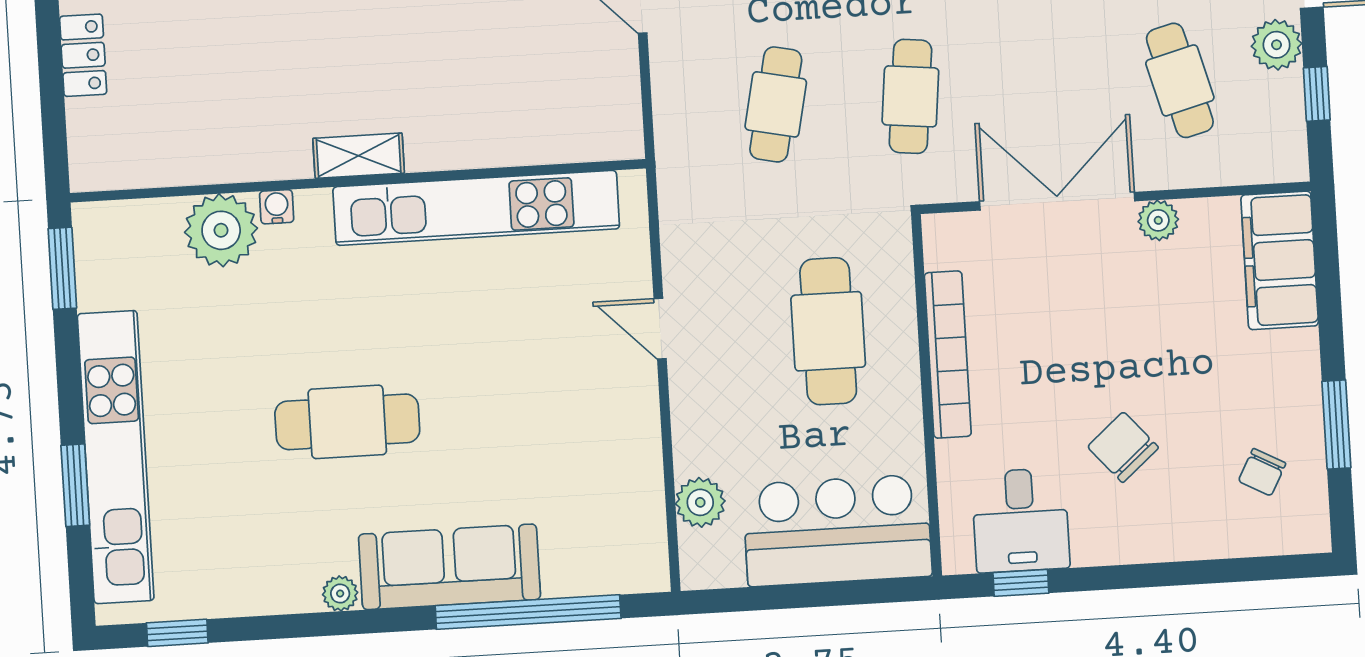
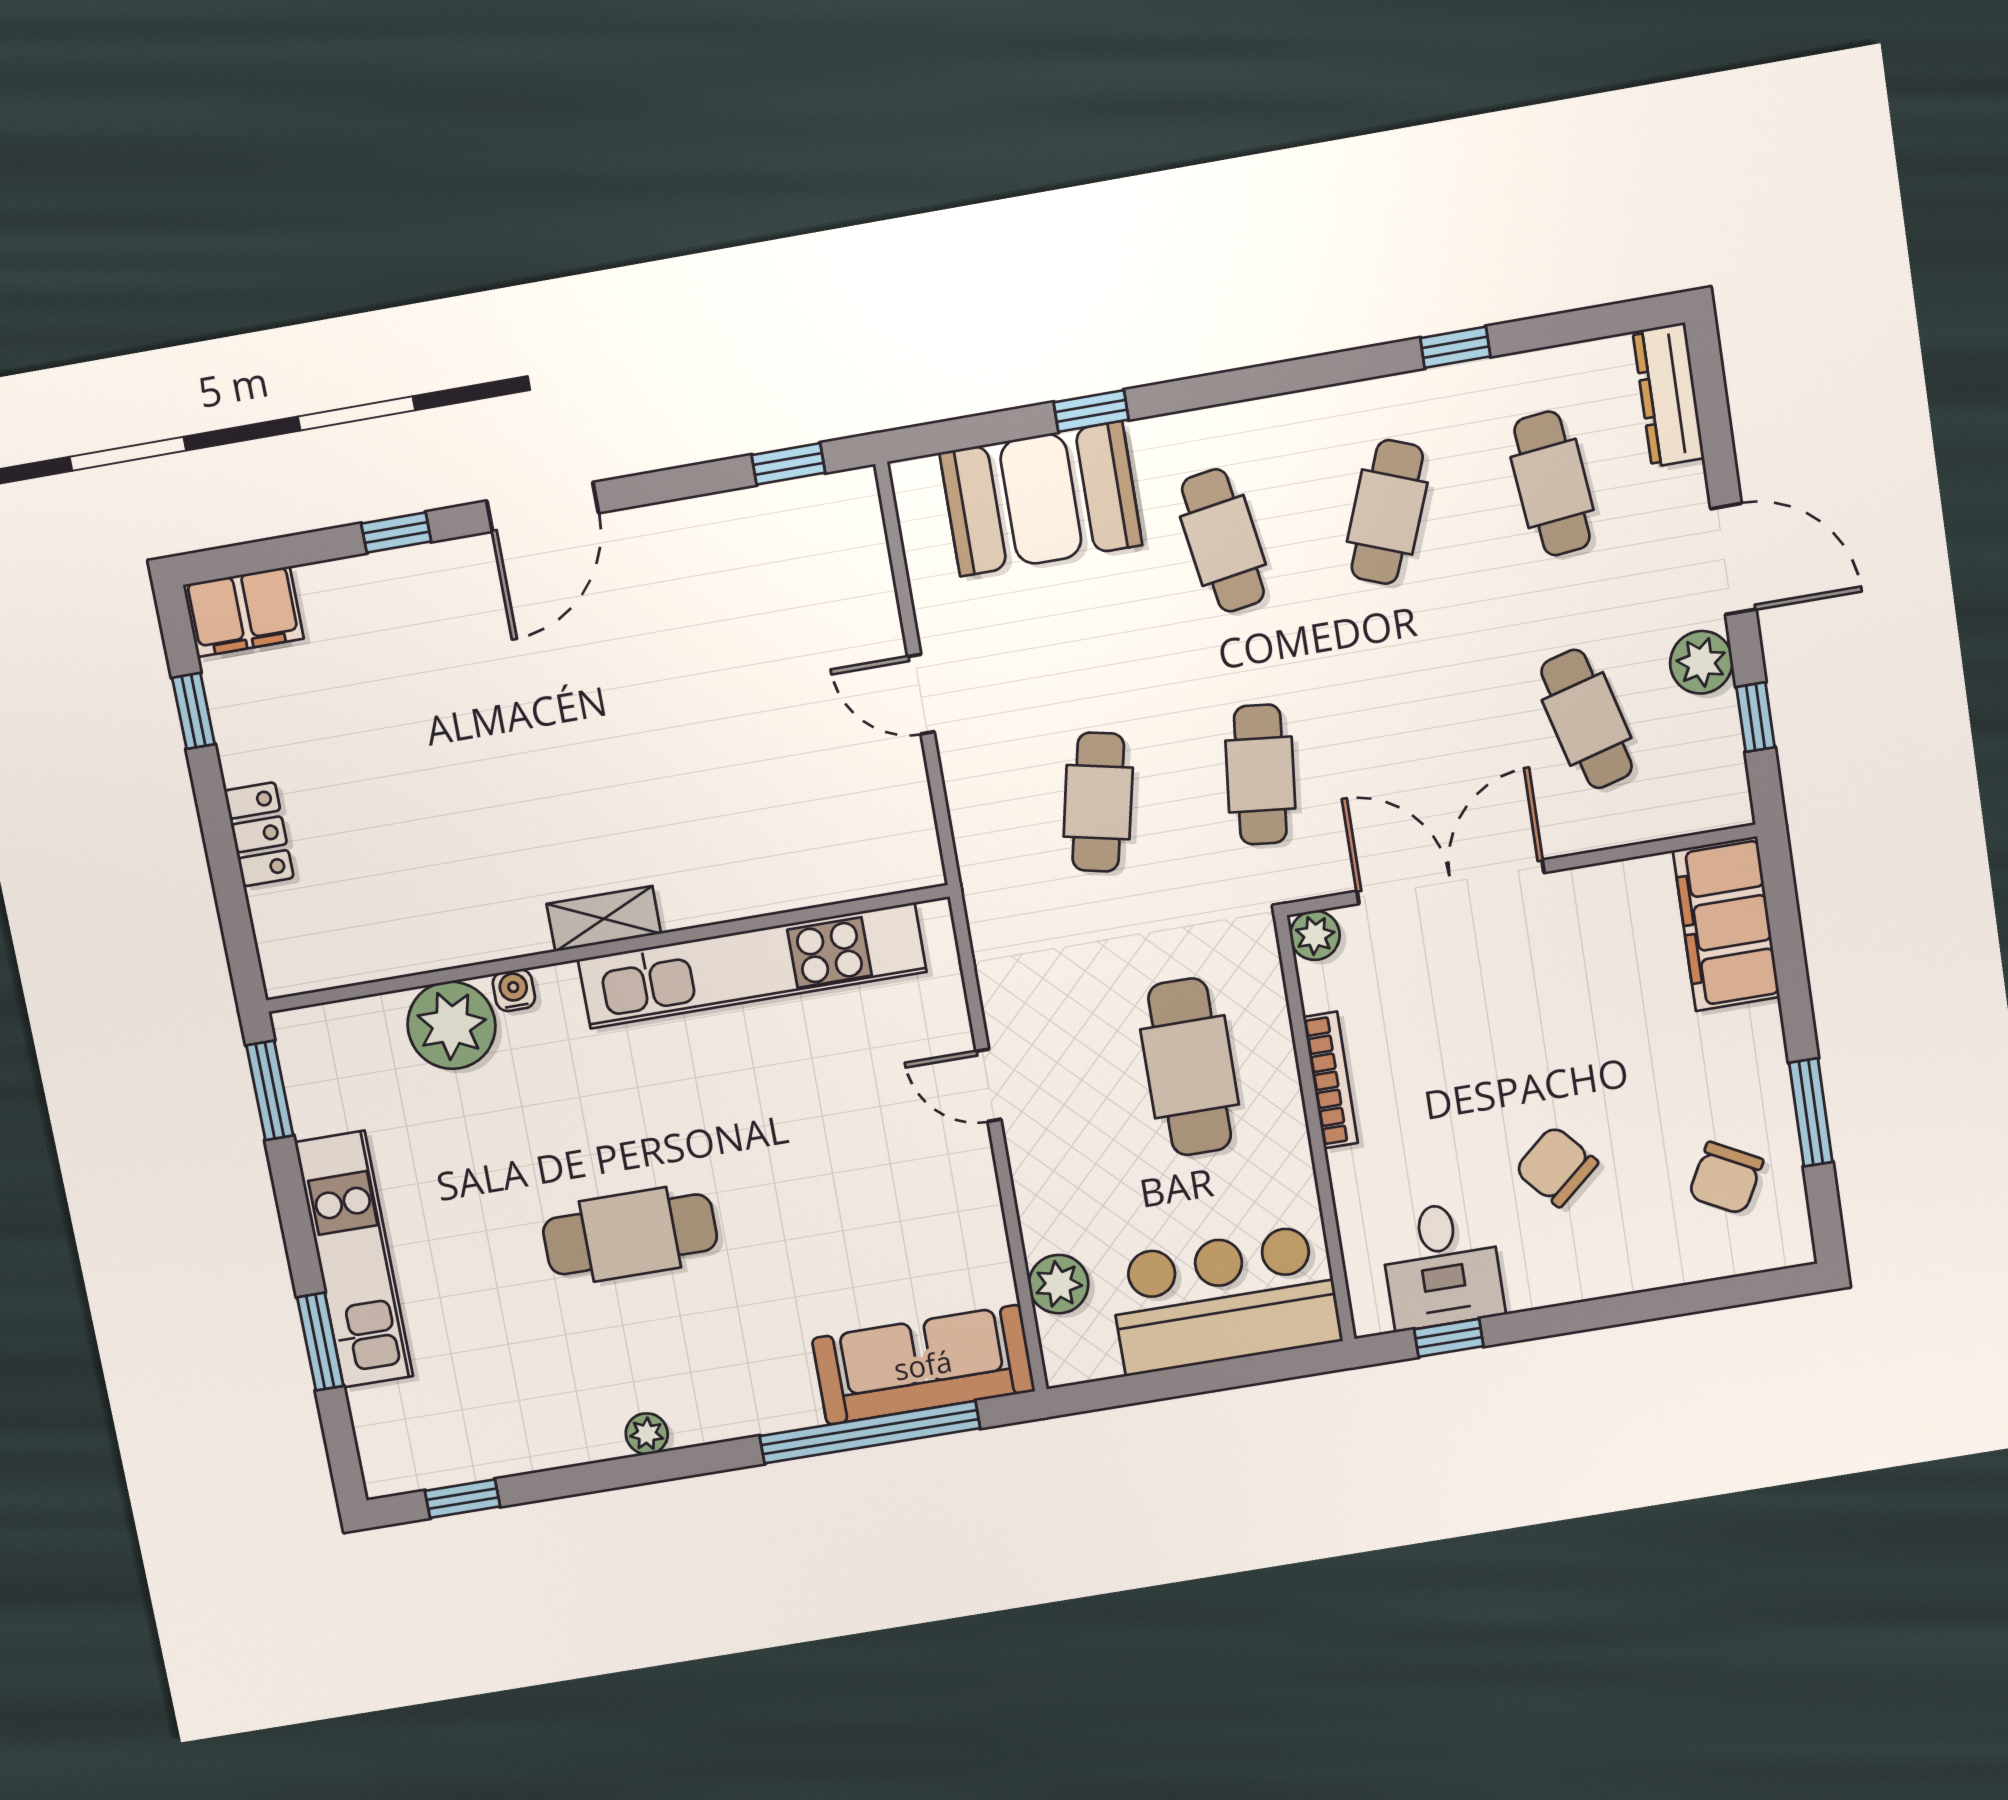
plant: (1158, 220) -> (1315, 935), moved
bookcase: (948, 355) -> (1330, 1080), width x0.68, depth x0.76
kitchen unit: (116, 457) -> (354, 1260), width x0.73
chair: (1262, 472) -> (1726, 1178), width x1.37, depth x1.37
sofa: (450, 567) -> (923, 1365), moved

